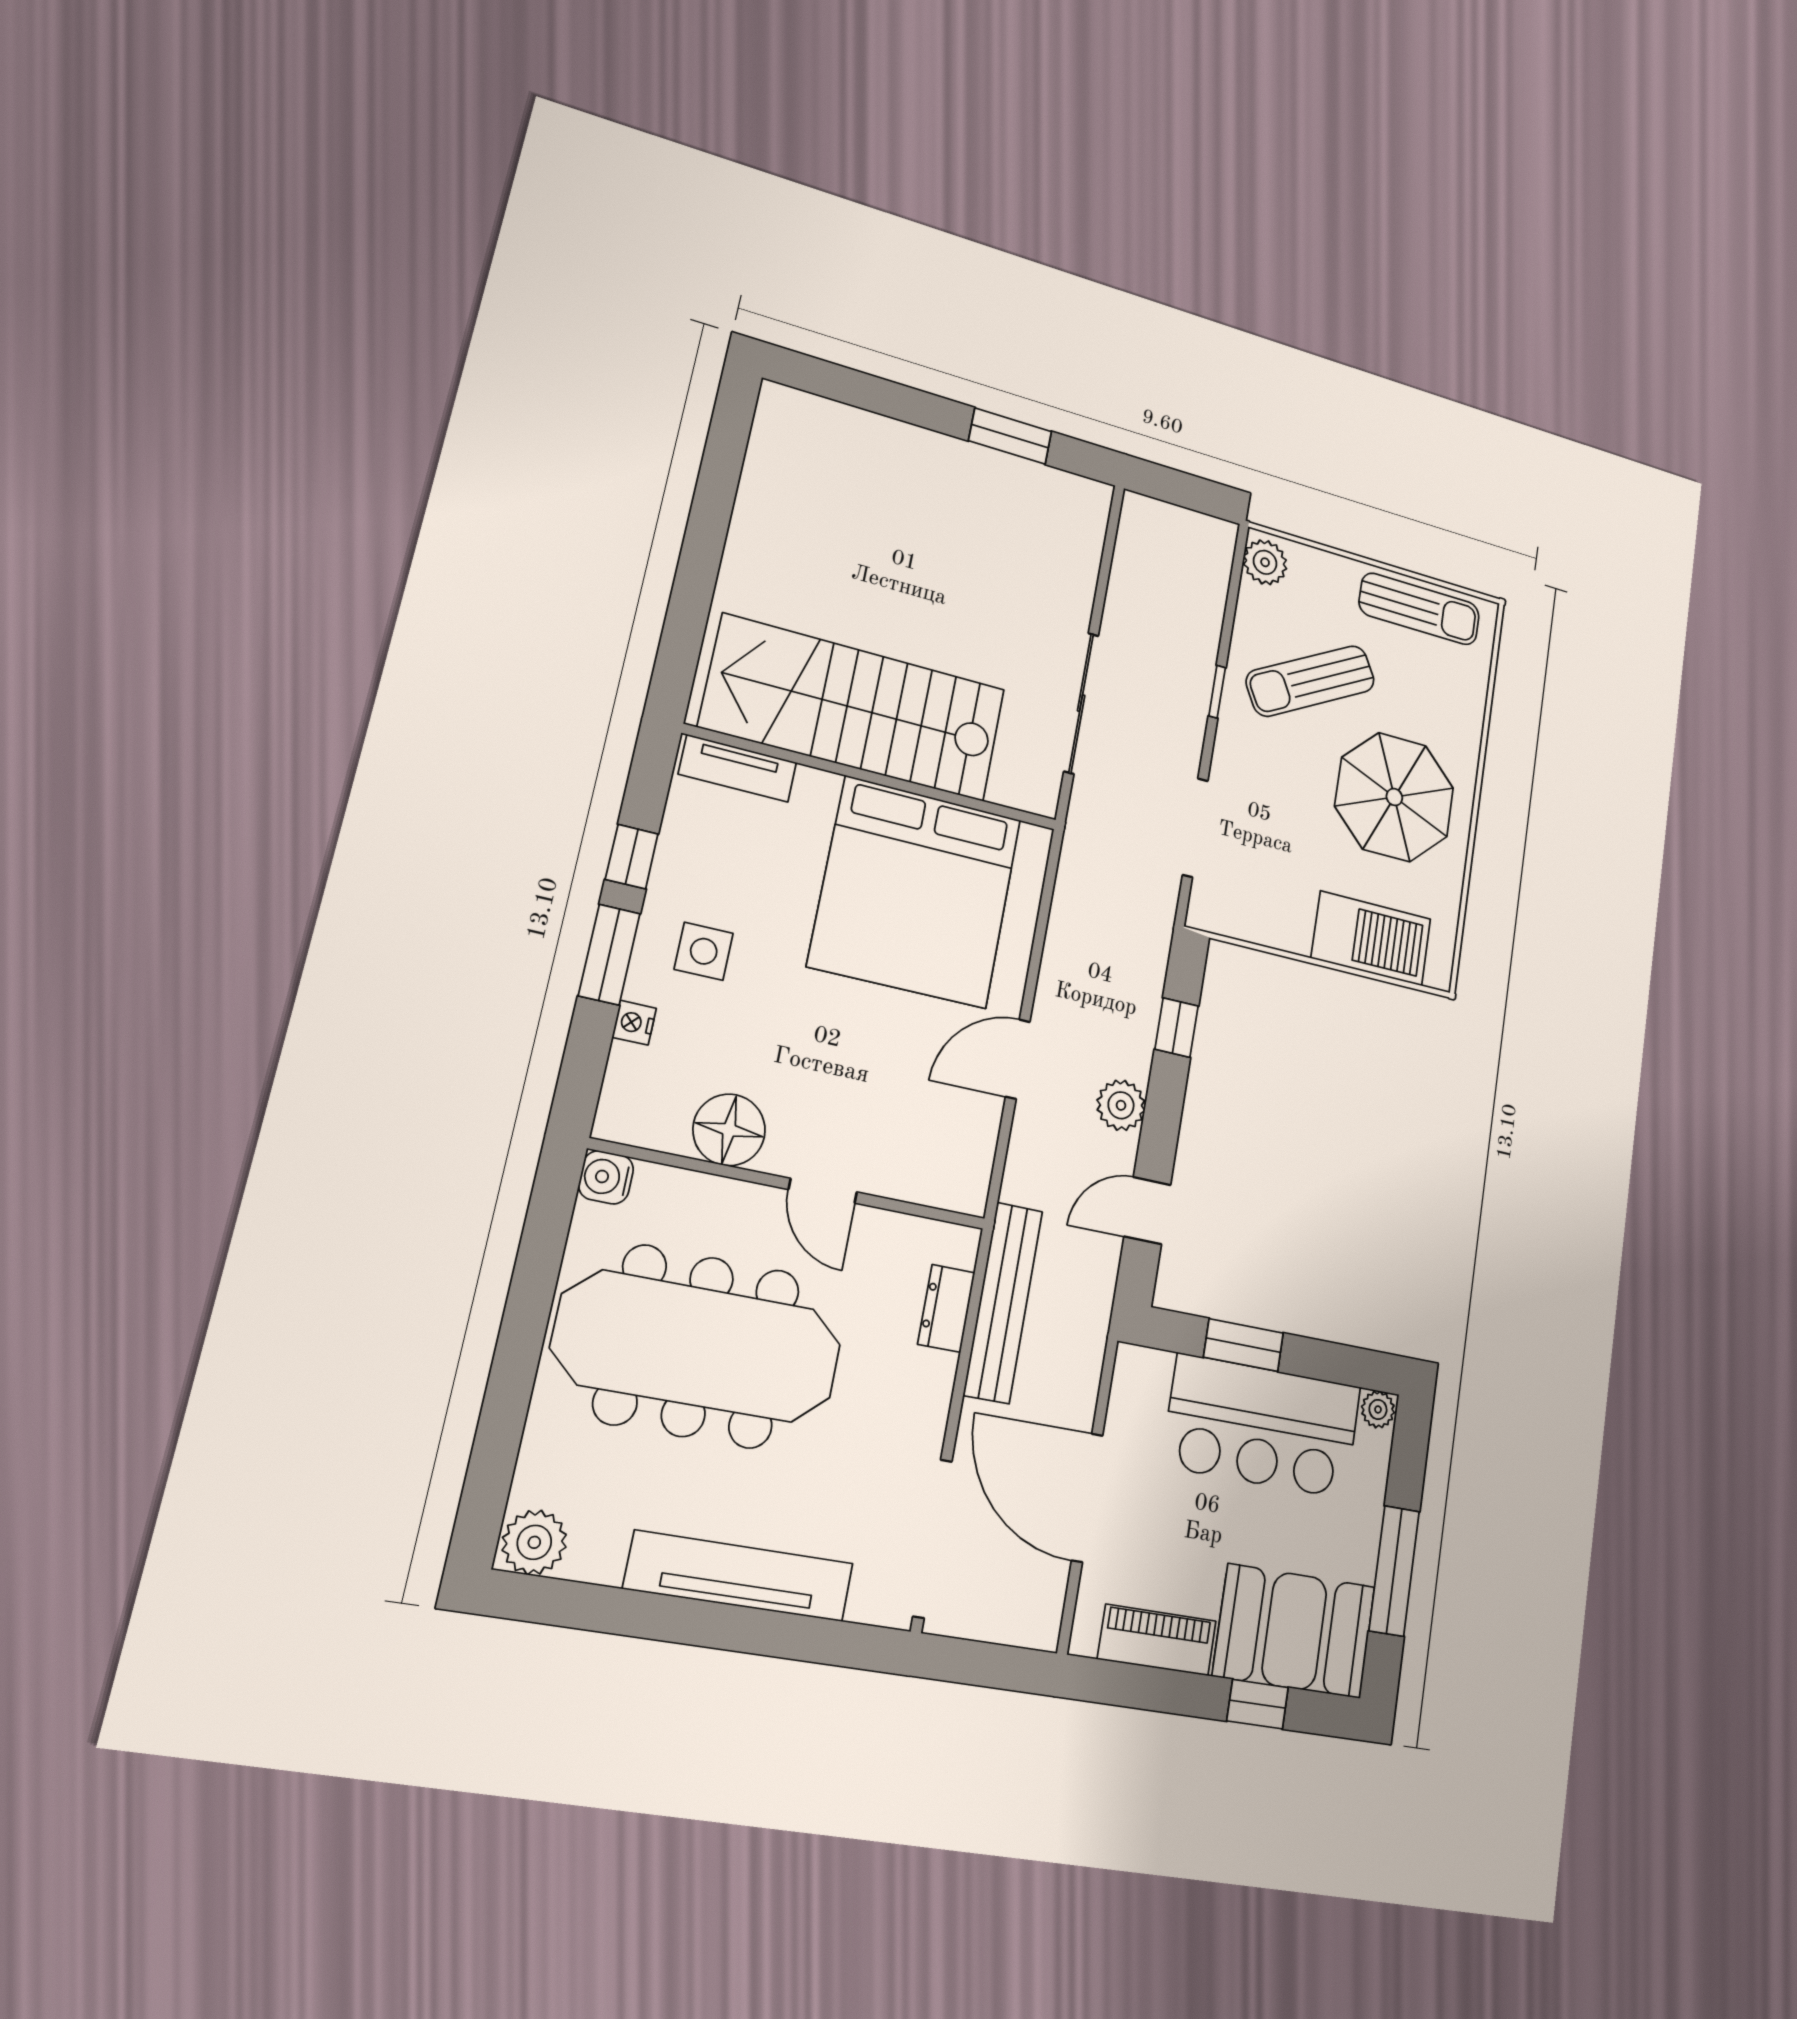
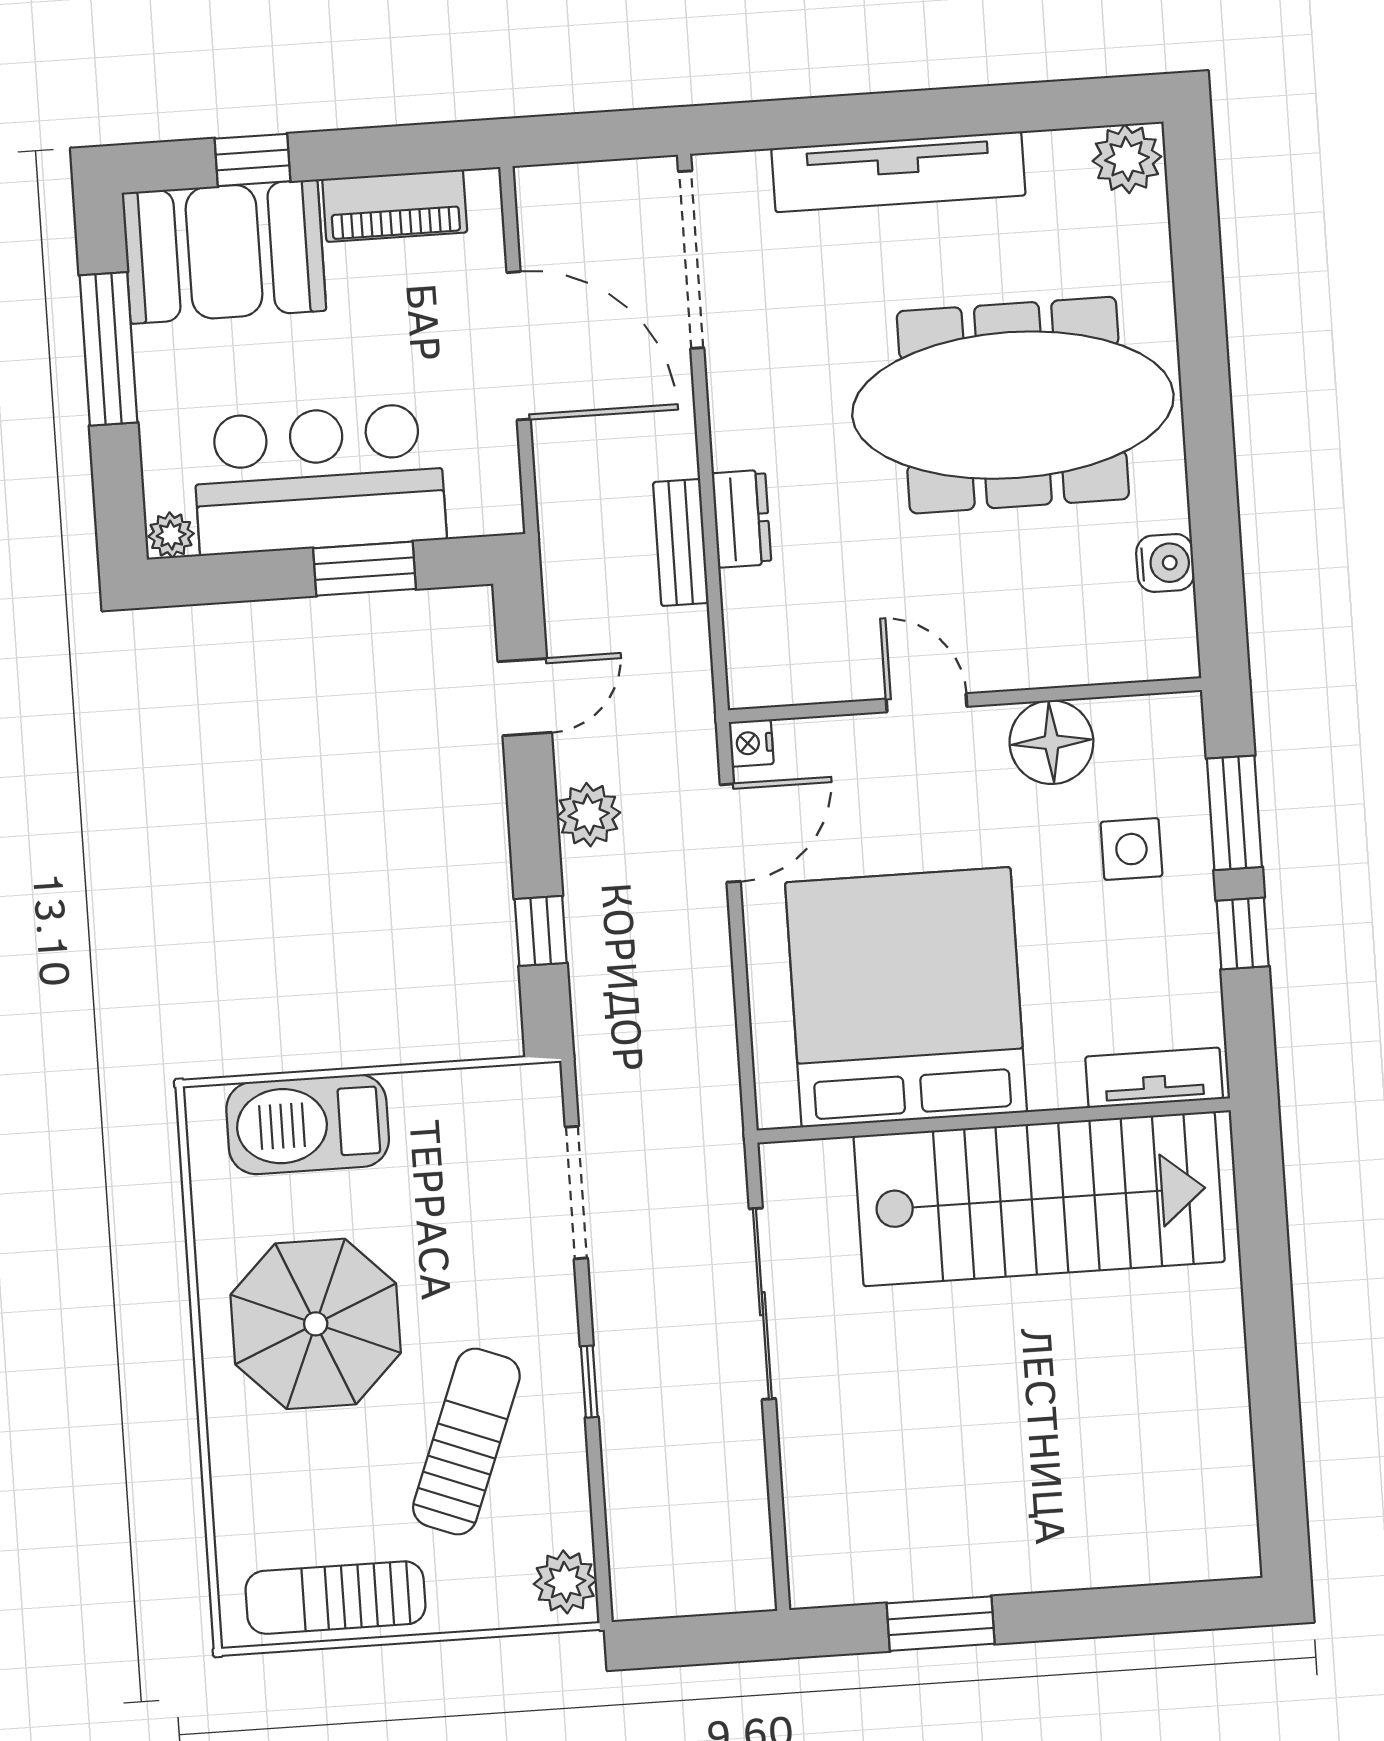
sun lounger: (1310, 681) -> (466, 1441), turned -40
nightstand: (634, 1023) -> (751, 743), moved, turned 180
floor lamp: (729, 1130) -> (1051, 742), moved
wall: (791, 1184) -> (965, 700), moved
door: (823, 1191) -> (927, 703), moved
bench: (1003, 1302) -> (681, 542), width x0.54, depth x0.82

